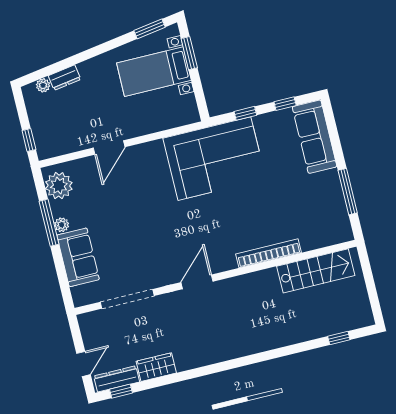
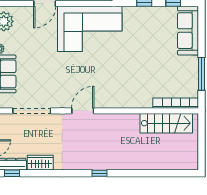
corner sofa: (214, 159) -> (90, 29), moved
bookcase: (269, 253) -> (176, 103), moved
window: (339, 338) -> (100, 173), moved

